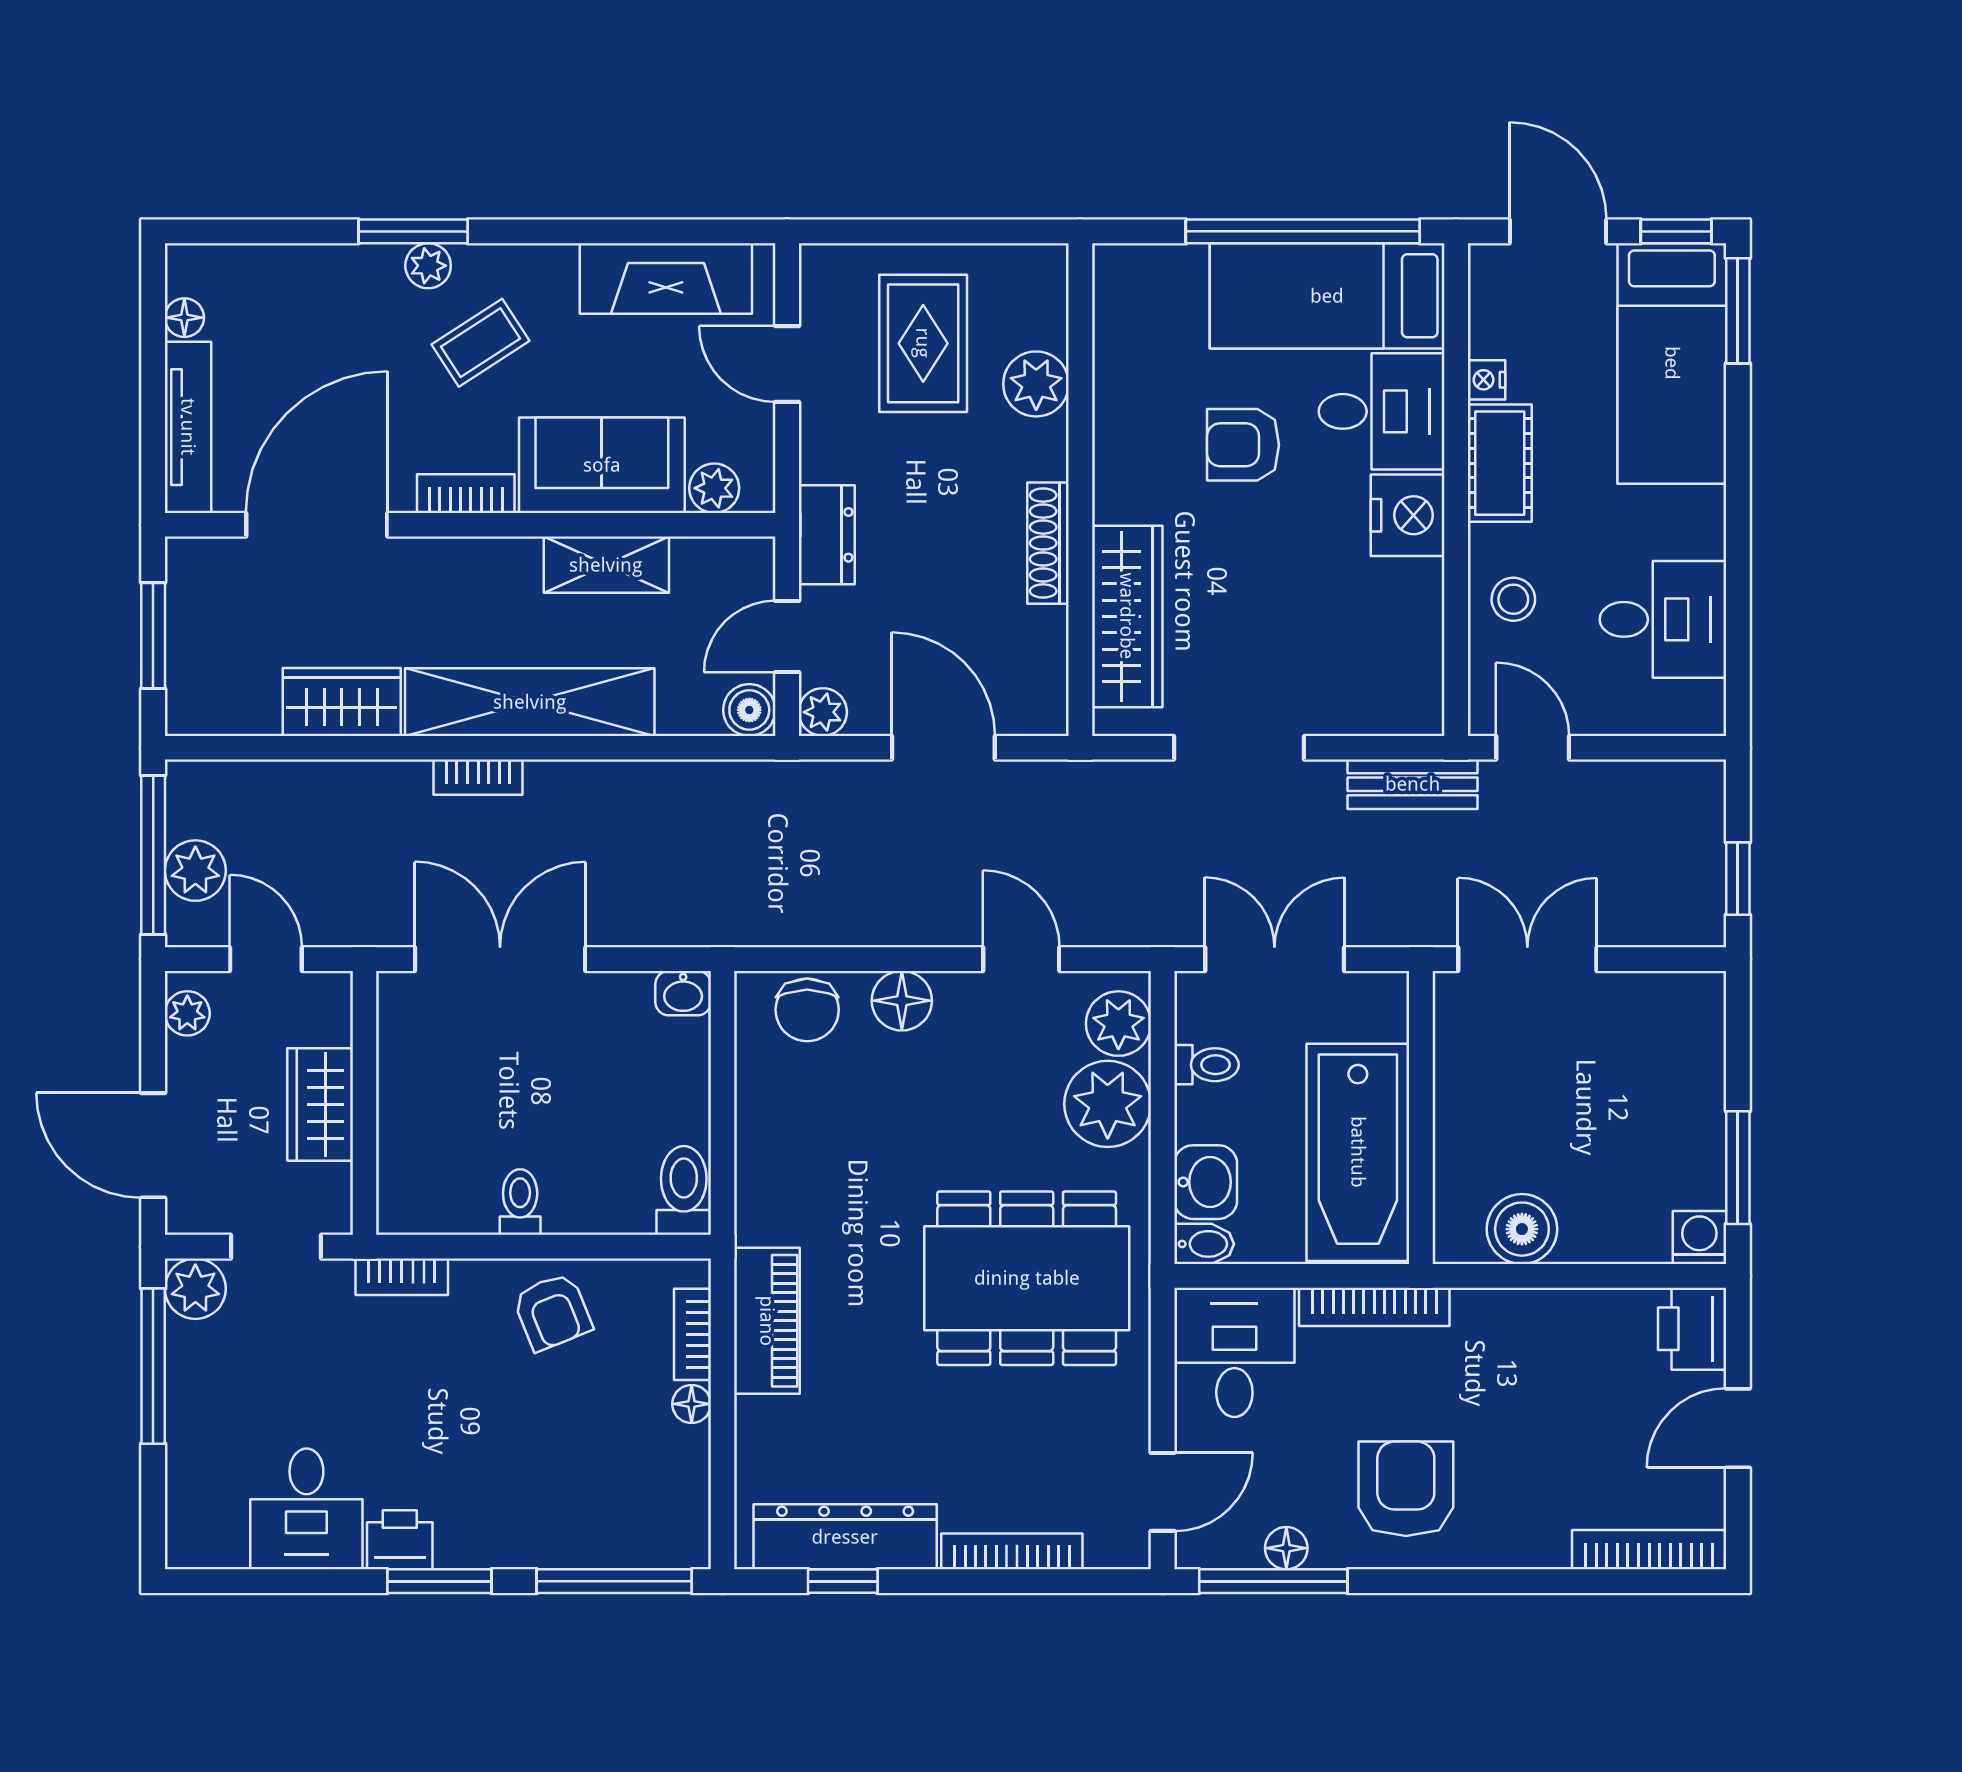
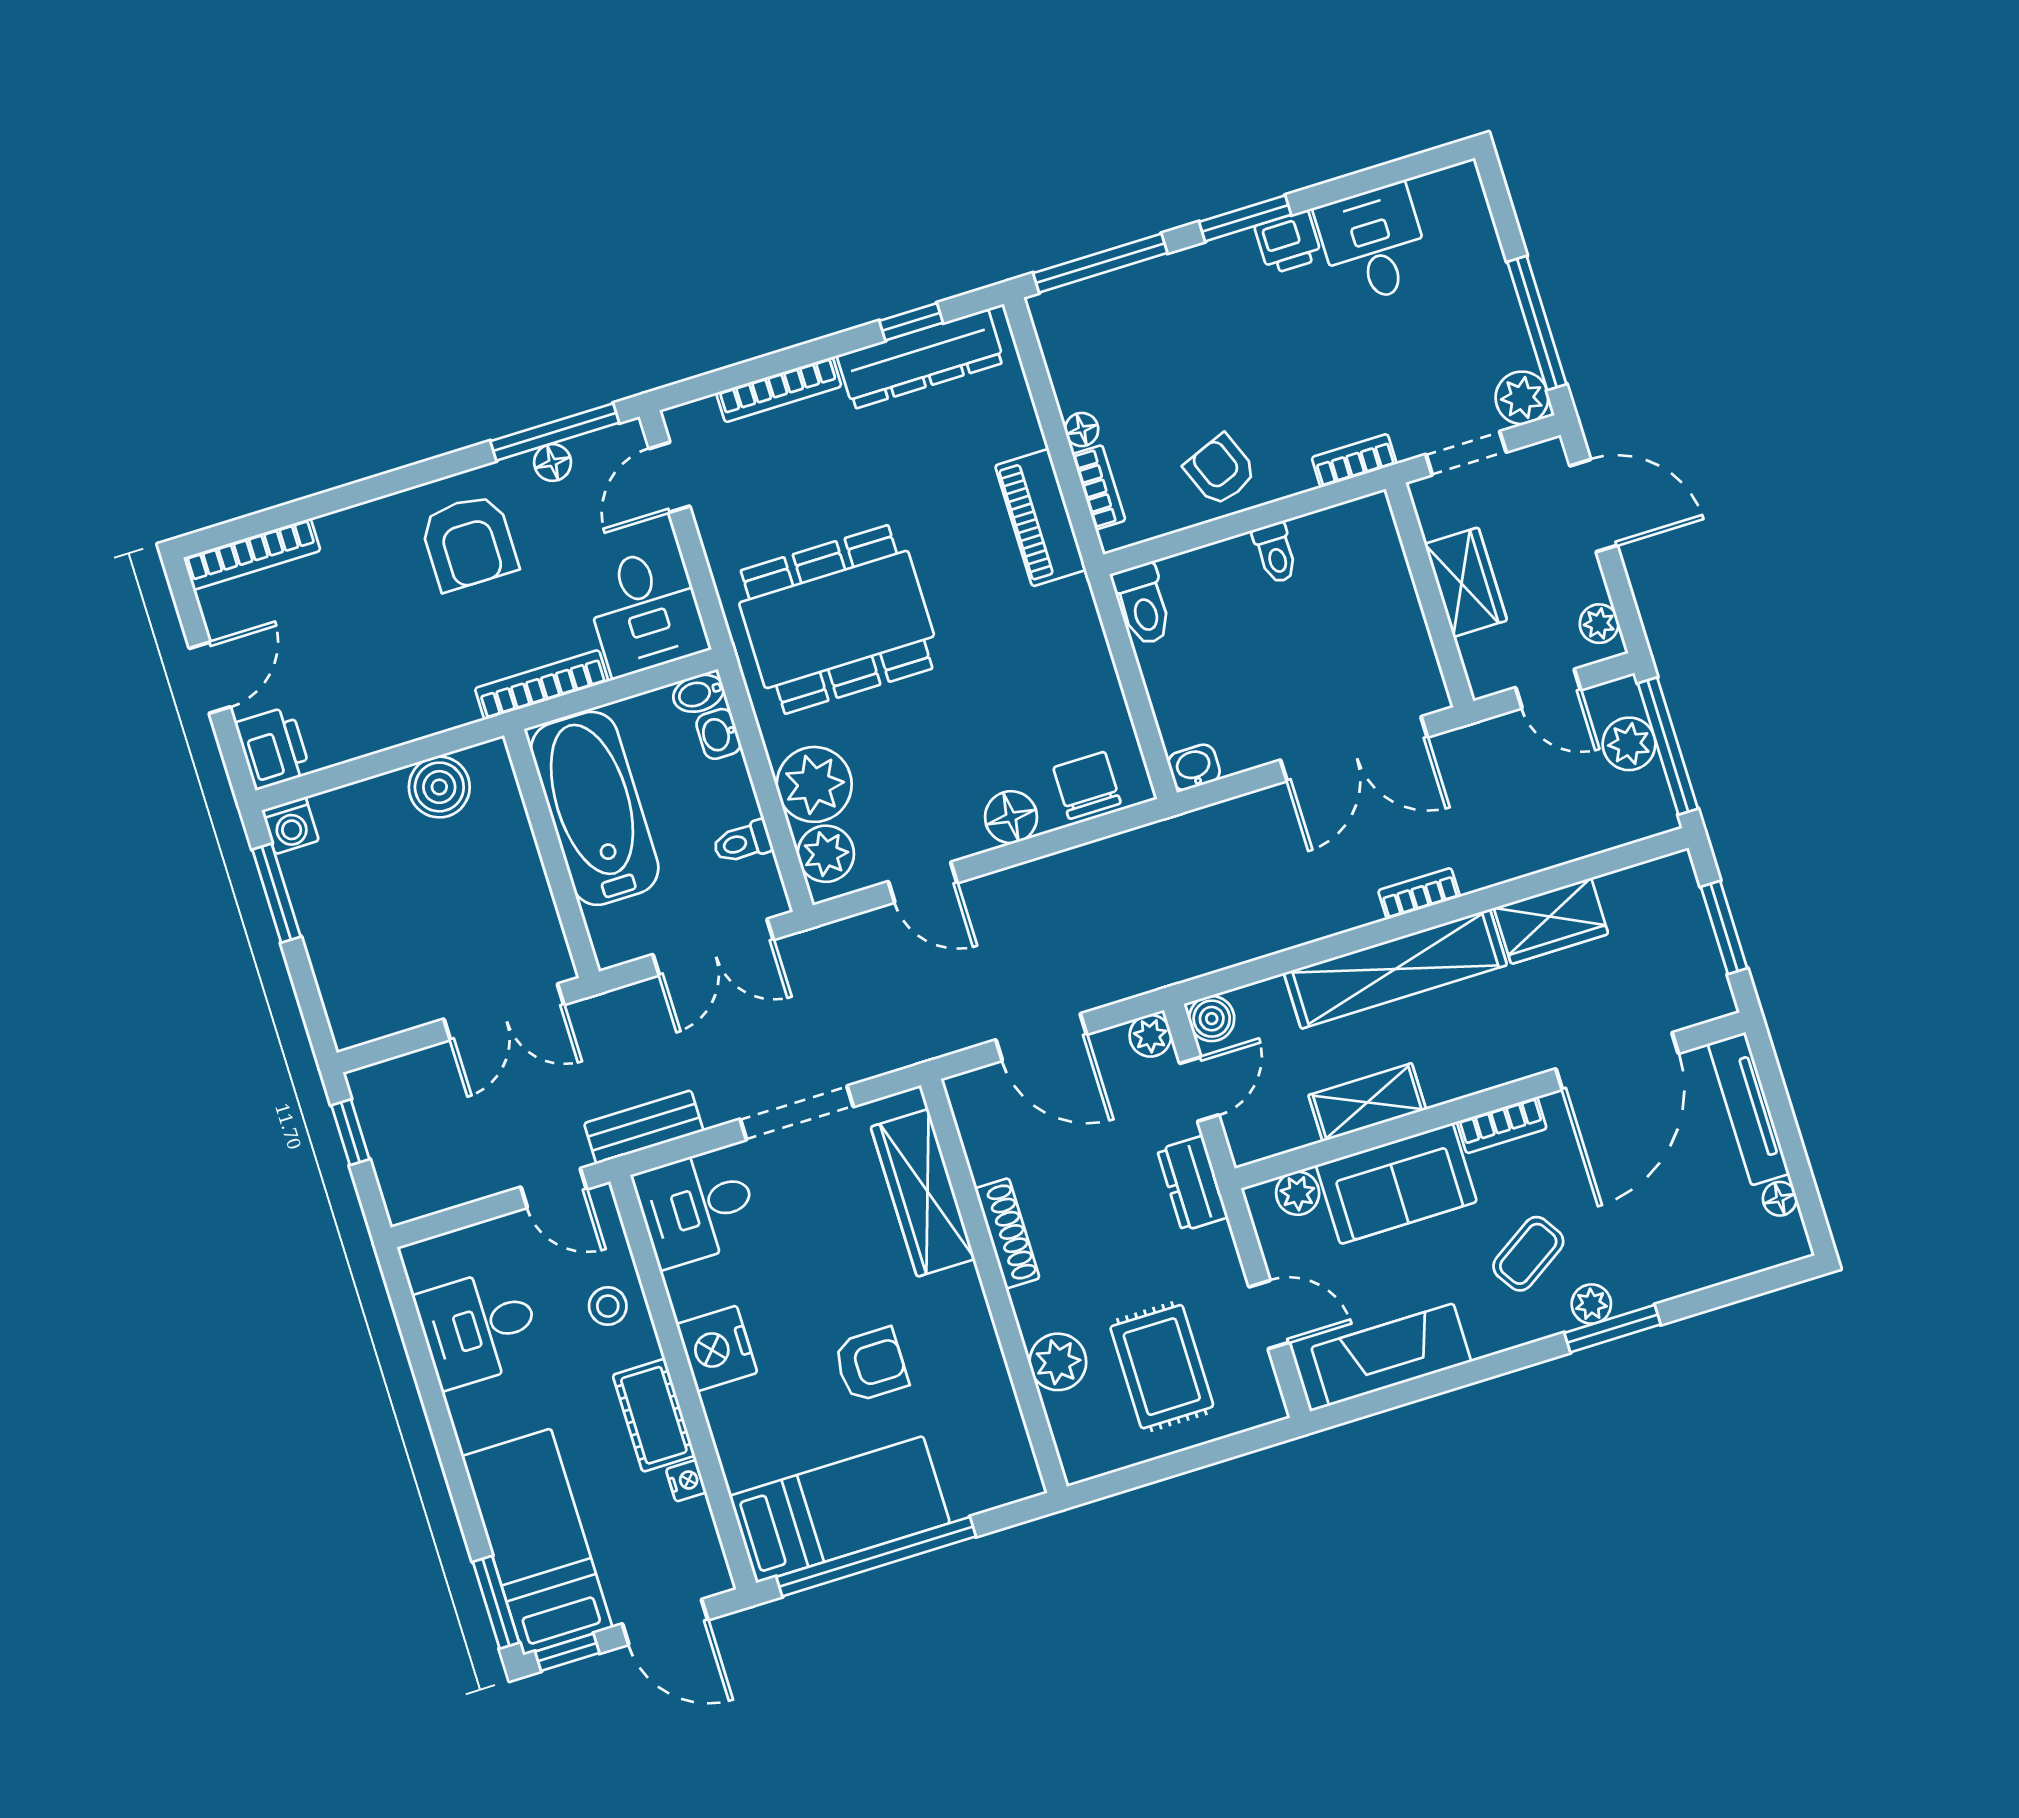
desk: (1382, 411) -> (697, 1207), moved
washbasin: (1206, 1182) -> (718, 734), width x0.72, depth x0.69

